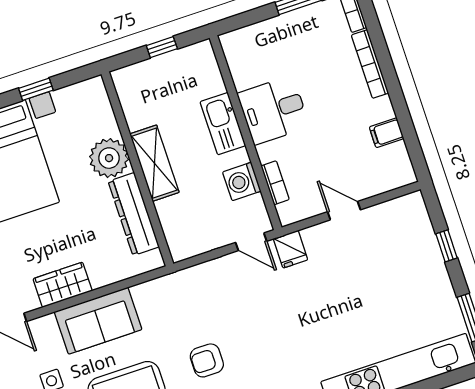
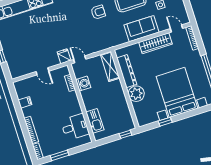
window: (162, 47) -> (125, 134), moved
desk: (273, 110) -> (75, 127), moved
kitchen sink: (223, 124) -> (95, 121), moved
shelving: (154, 163) -> (110, 66), moved
wardrobe: (63, 285) -> (156, 43), width x1.50

